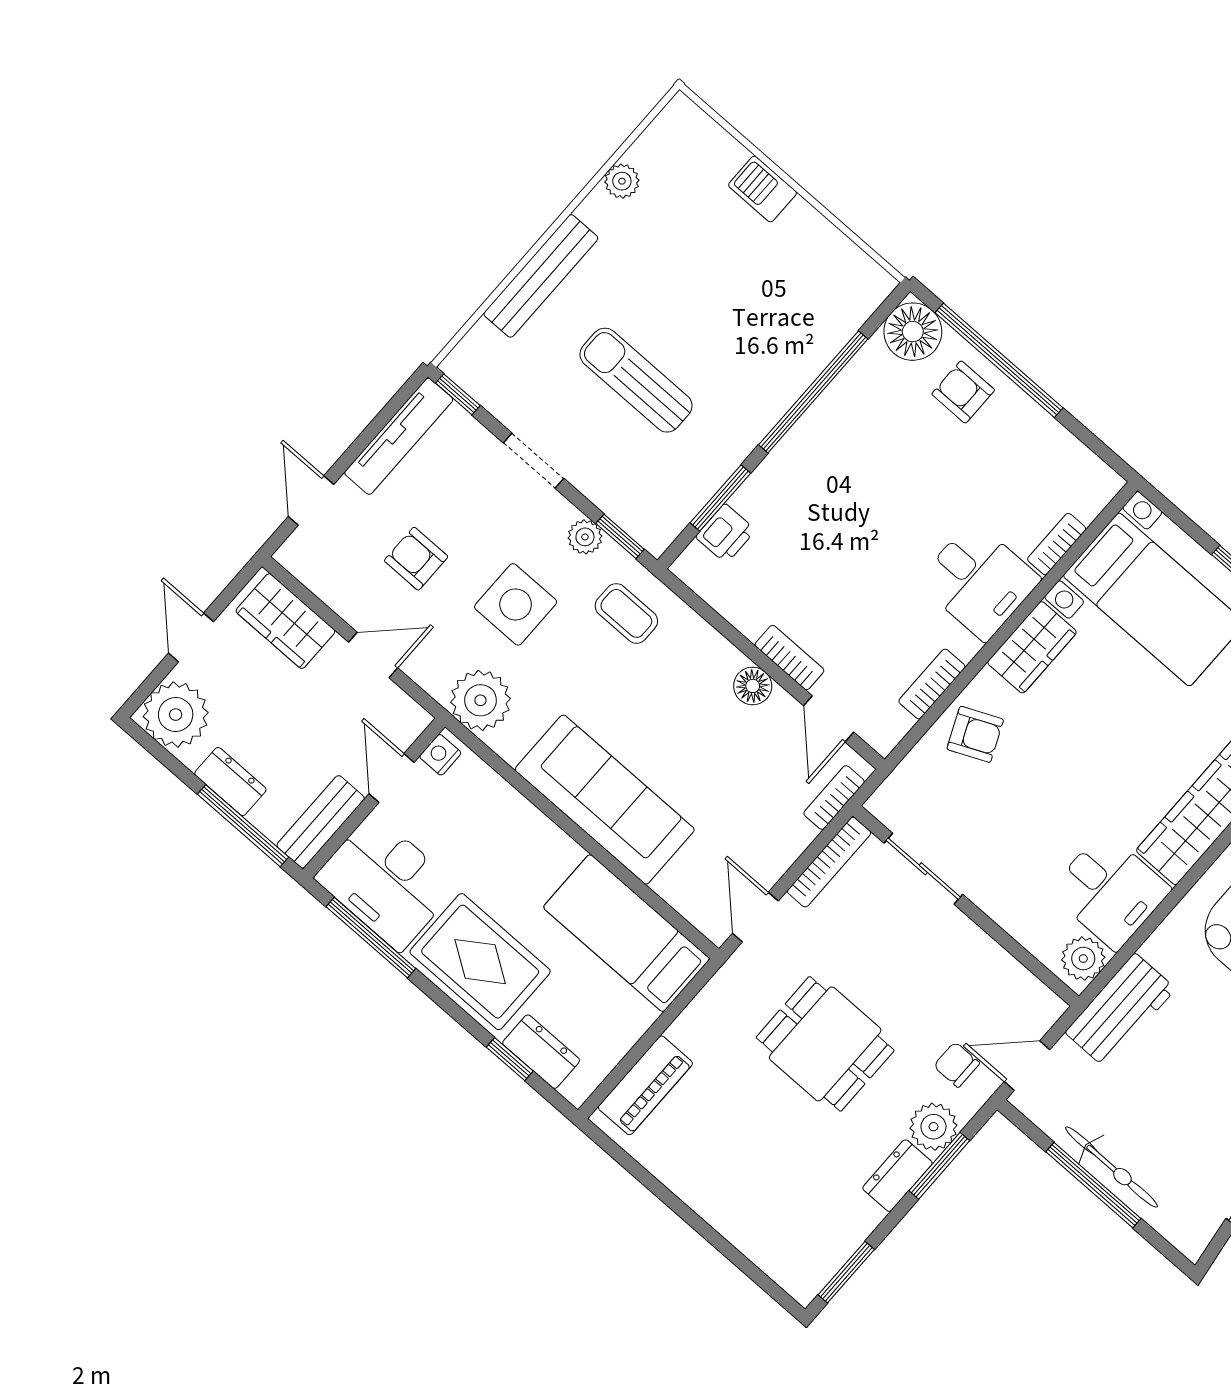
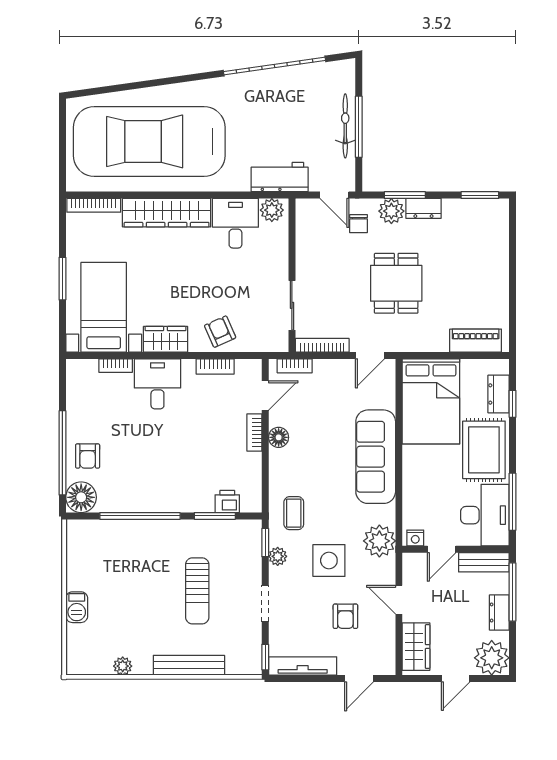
bed: (626, 933) -> (431, 401), width x1.50

